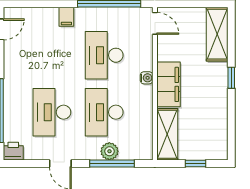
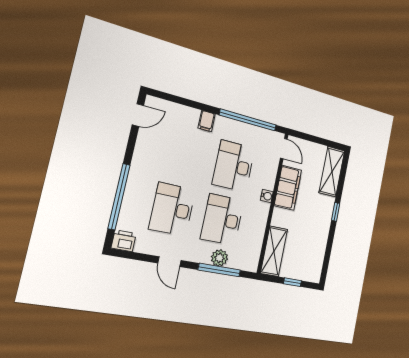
filing cabinet: (169, 84) -> (288, 188), moved

